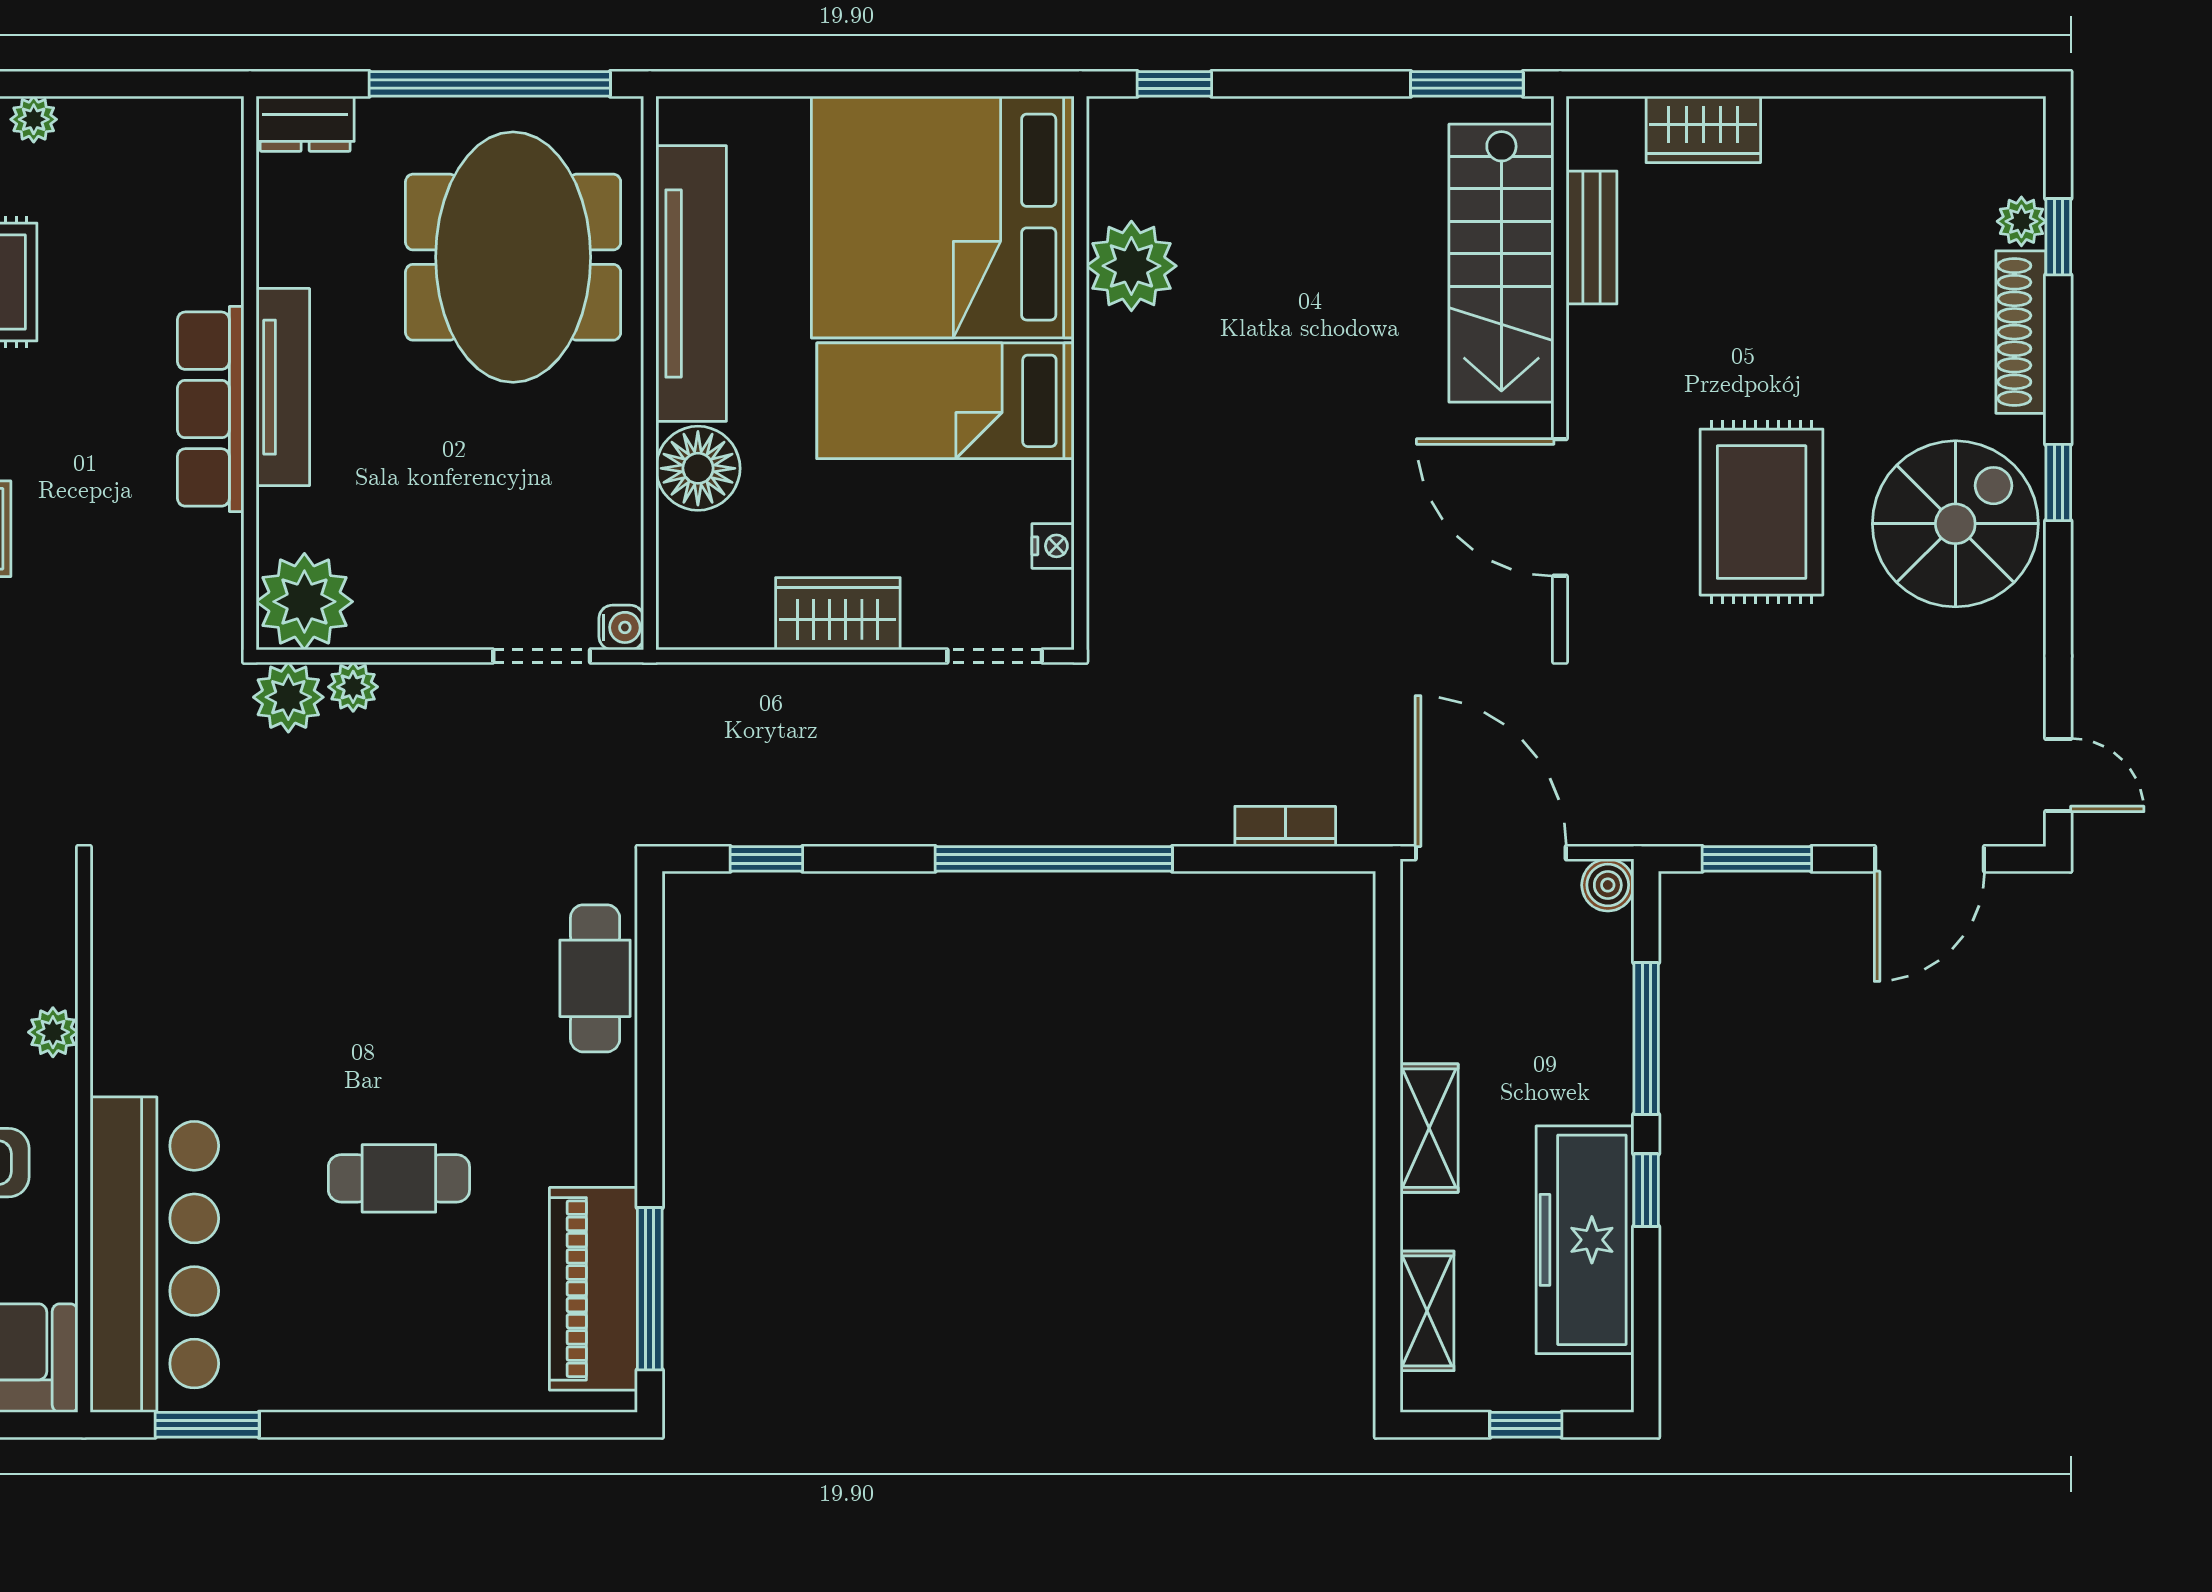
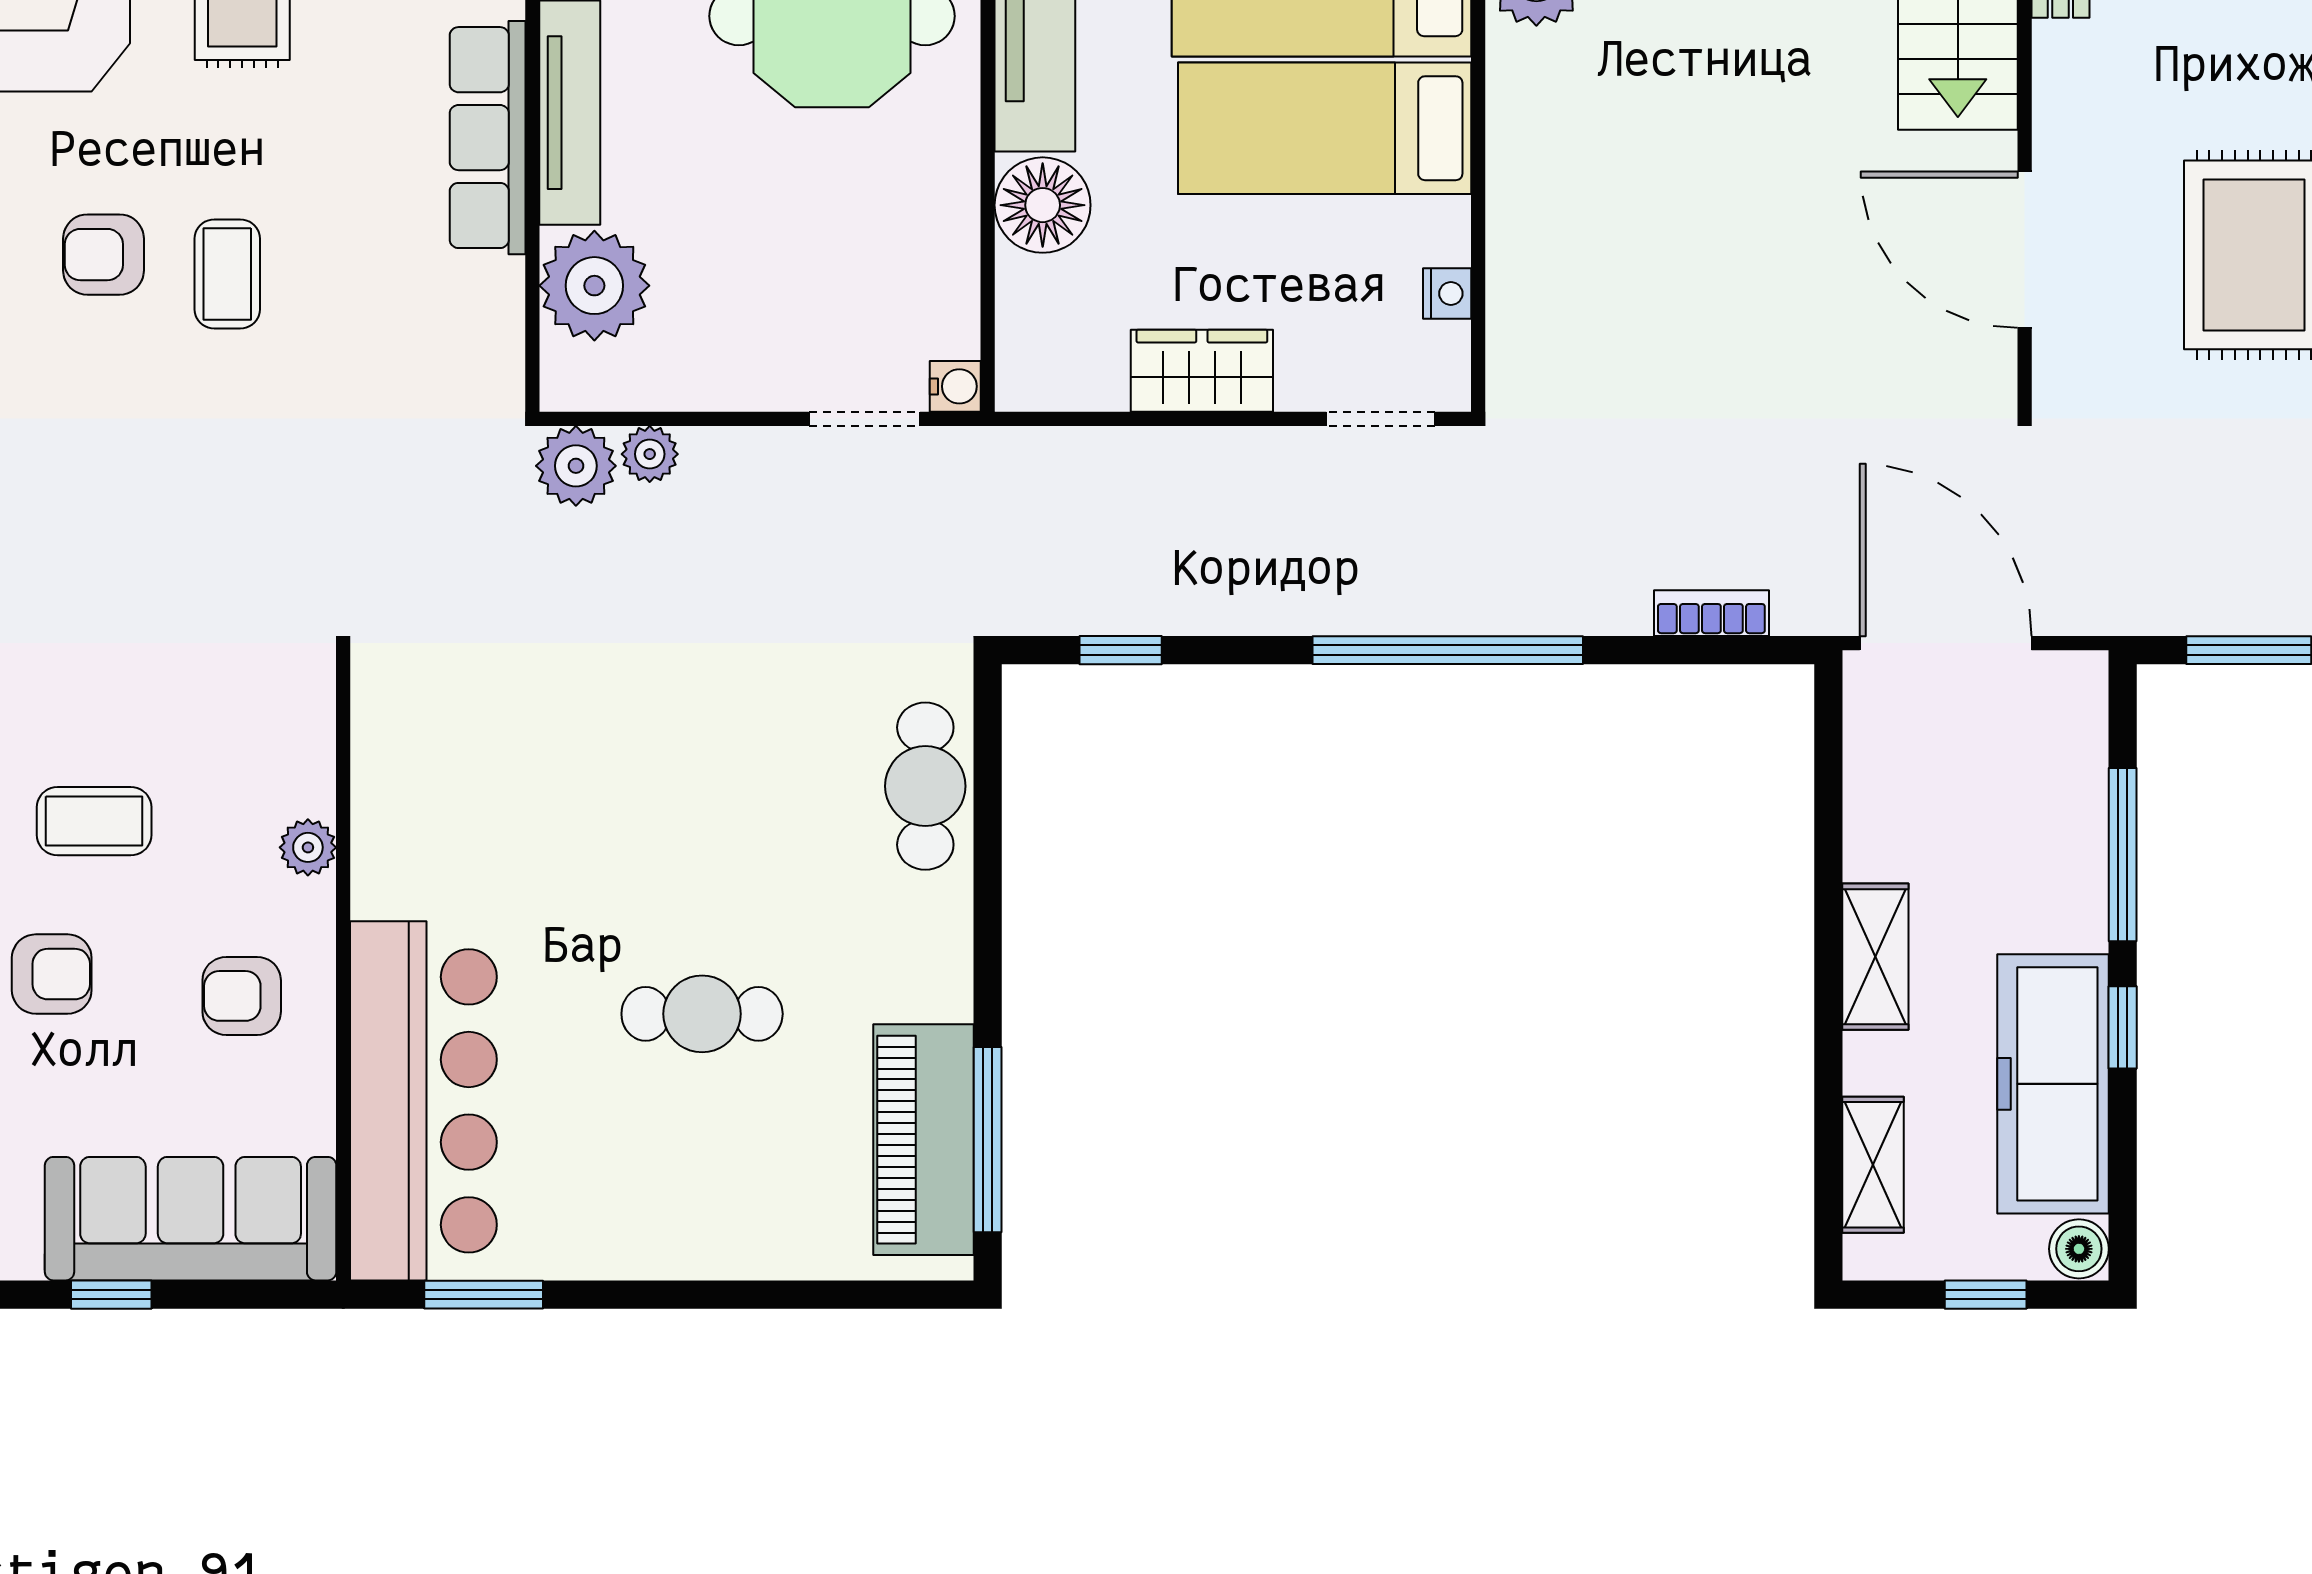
plant: (304, 602) -> (594, 286), moved
boiler: (1608, 885) -> (2079, 1249), moved

